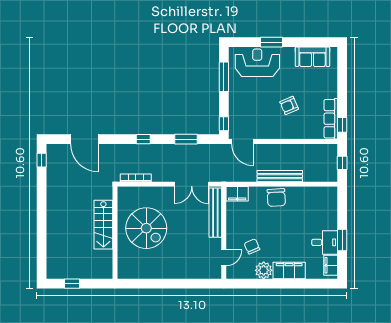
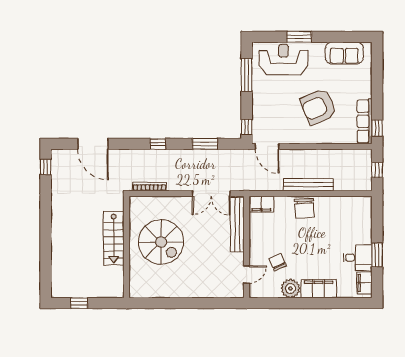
armchair: (289, 105) -> (319, 107), width x1.88, depth x1.88

